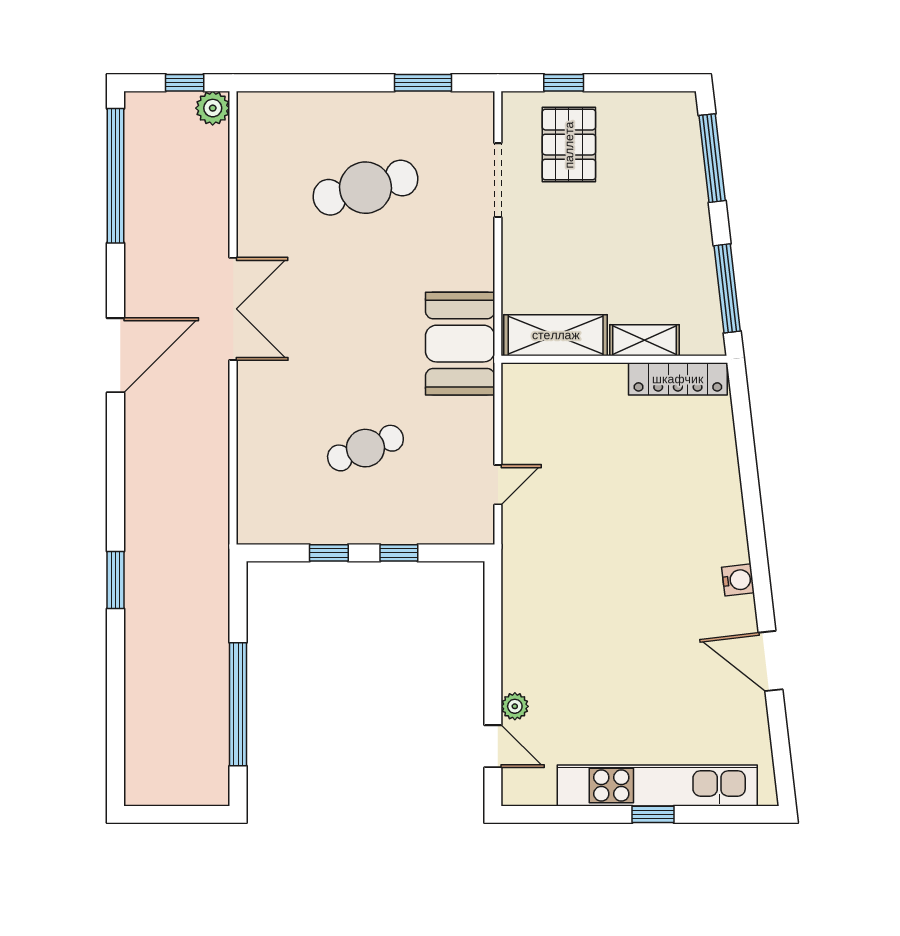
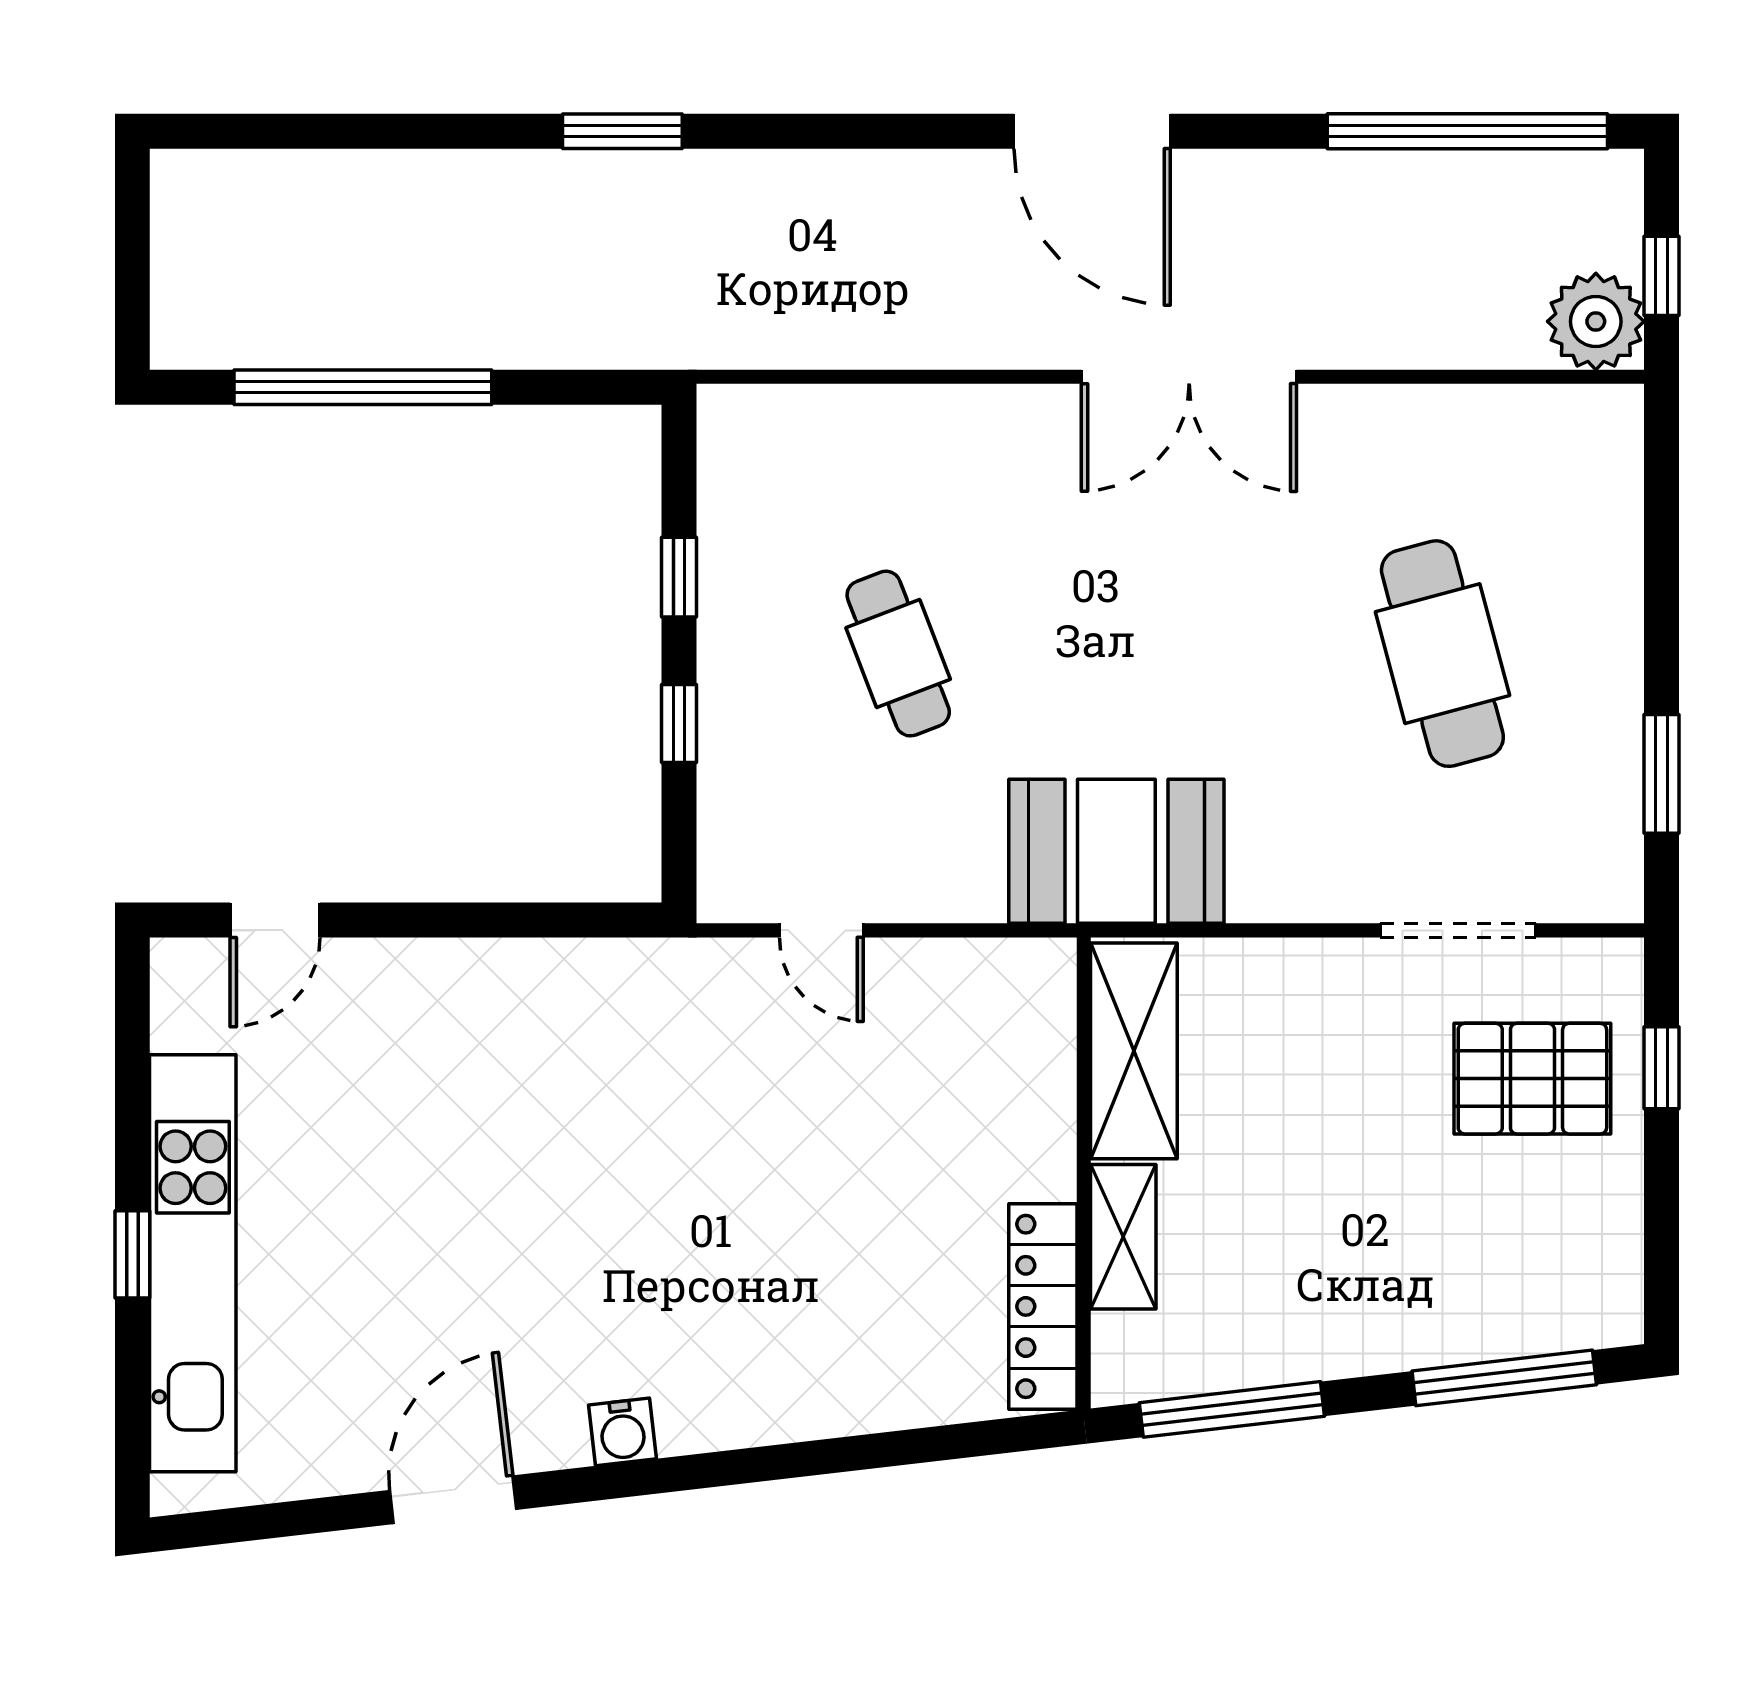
plant: (213, 108) -> (1596, 321), width x1.36, depth x1.36
plant: (515, 706) -> (359, 966), removed

